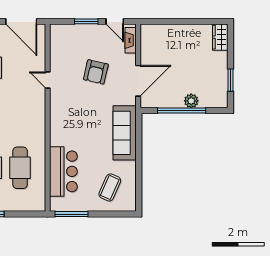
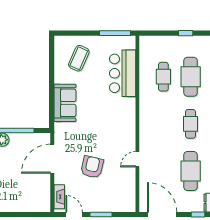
door: (48, 80) -> (137, 159), swing flipped
sofa: (125, 133) -> (65, 103), width x0.73
cafe table: (20, 168) -> (163, 77), width x0.73, depth x0.74

